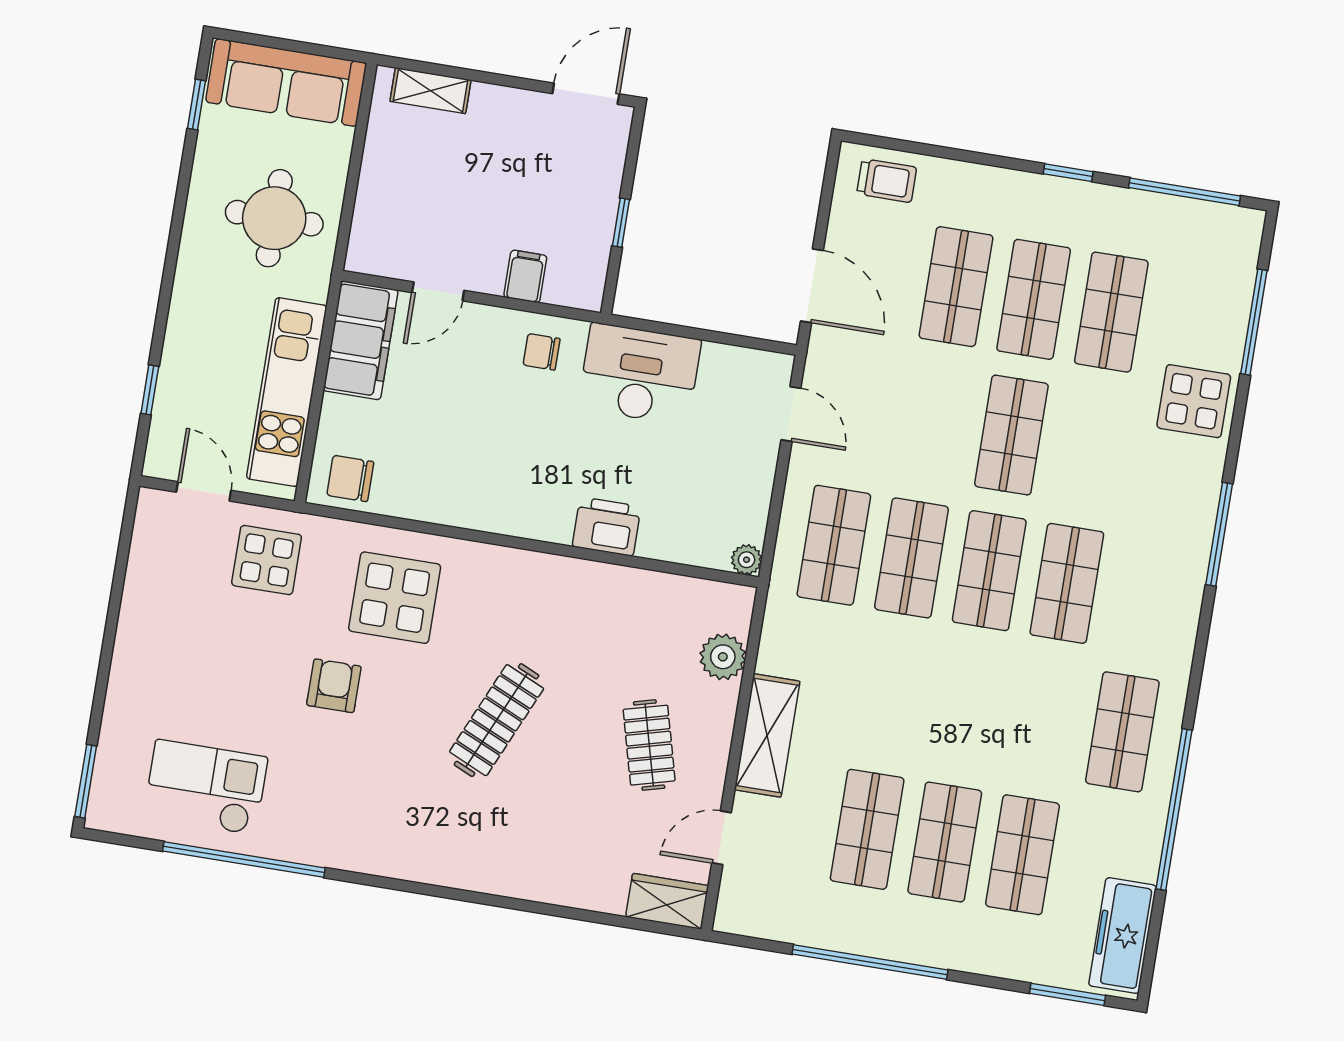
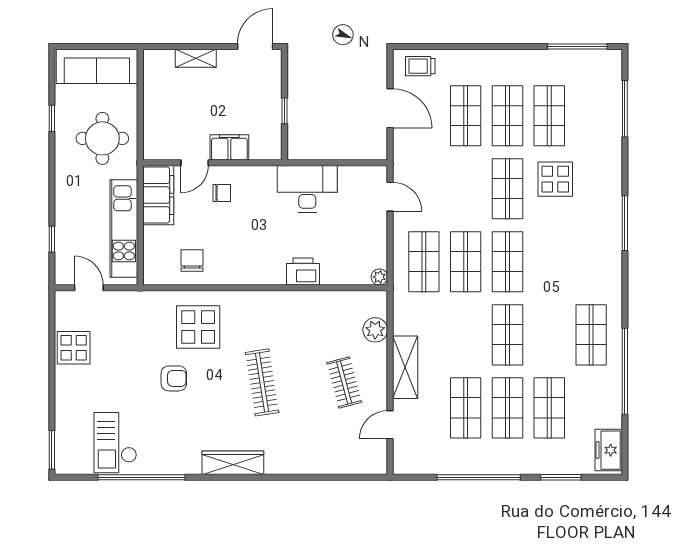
shelving: (430, 91) -> (196, 58), moved
window: (197, 105) -> (52, 118), moved
window: (1068, 173) -> (515, 46), removed
trolley: (887, 181) -> (420, 66), turned 180
filing cabinet: (525, 276) -> (229, 147), width x2.00
door: (812, 286) -> (390, 108), moved
chair: (542, 352) -> (222, 193), moved, turned 180
display table: (1194, 401) -> (555, 179), moved
chair: (350, 478) -> (192, 260), moved, turned 90
display table: (267, 560) -> (74, 348), moved
shop shelf: (1067, 583) -> (507, 335), moved
armchair: (334, 686) -> (174, 378), turned 90
clothes rail: (497, 720) -> (262, 382), turned -33
checkout: (206, 787) -> (115, 443), turned -90
wardrobe: (667, 901) -> (233, 463), moved, width x1.50
freezer: (1123, 936) -> (609, 450), width x0.71
window: (1067, 994) -> (561, 477), moved

